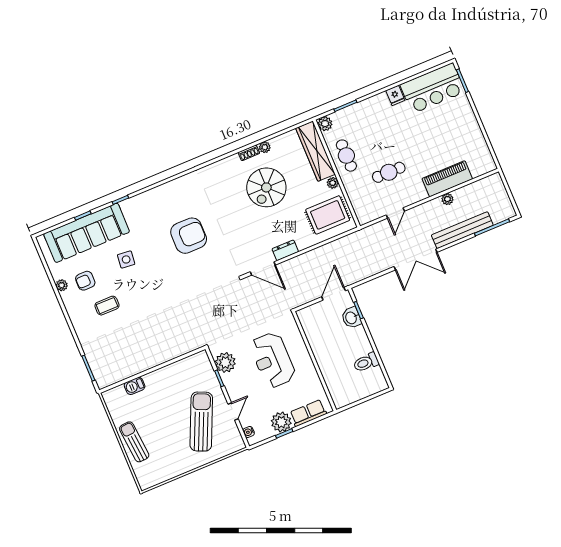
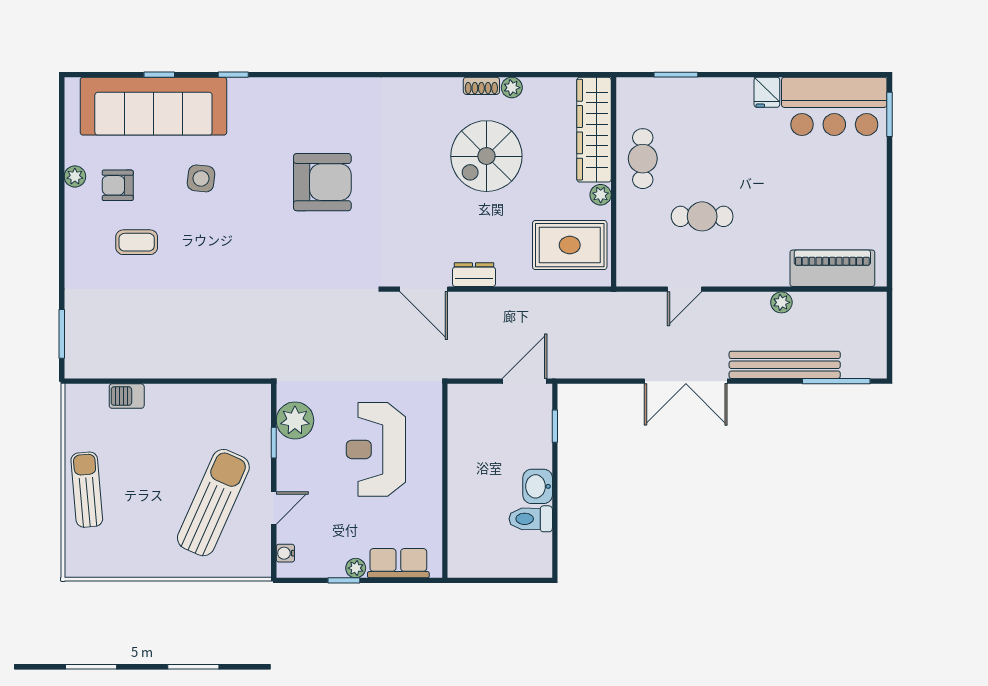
plant: (325, 124) -> (629, 90), removed
piano: (447, 179) -> (832, 268), moved
washbasin: (351, 318) -> (538, 486), moved
plant: (281, 422) -> (356, 568), width x0.53, depth x0.53

